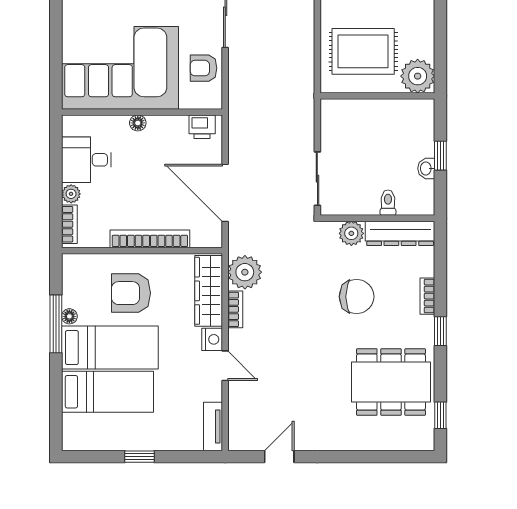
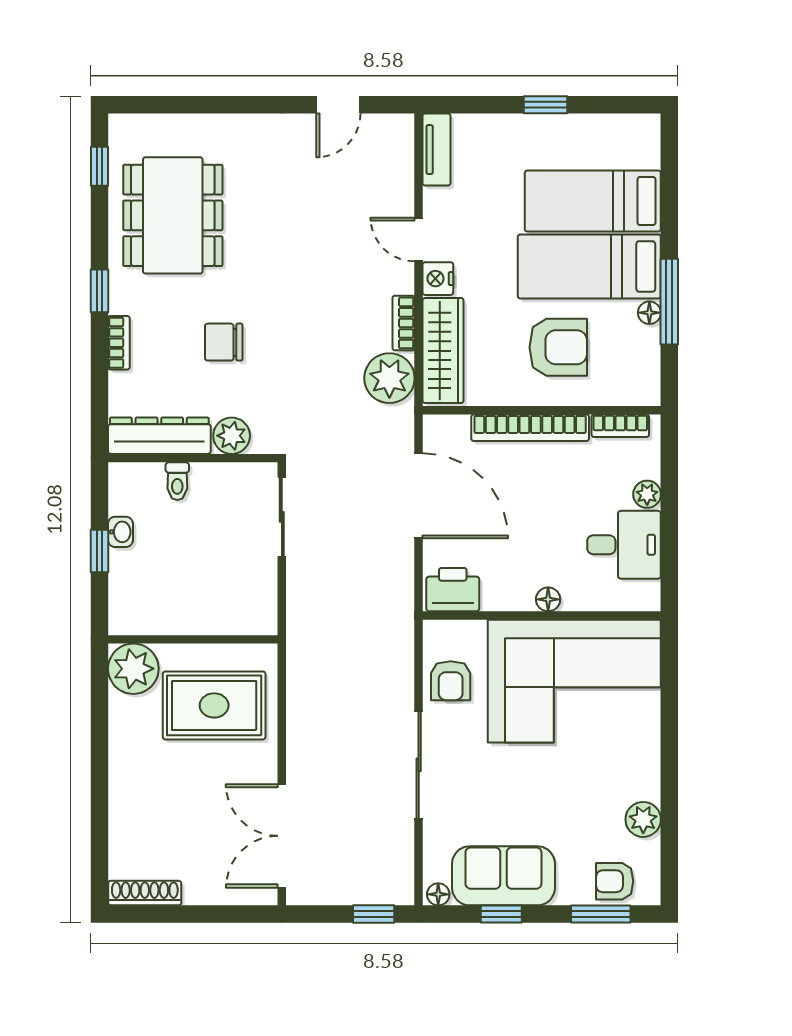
armchair: (204, 68) -> (451, 681), turned 90
printer: (202, 127) -> (453, 590), width x1.36, depth x1.24
bookcase: (69, 224) -> (620, 426), moved, turned -90
chair: (357, 297) -> (224, 342), width x0.73, depth x0.73
dining table: (391, 382) -> (173, 215), turned 90

